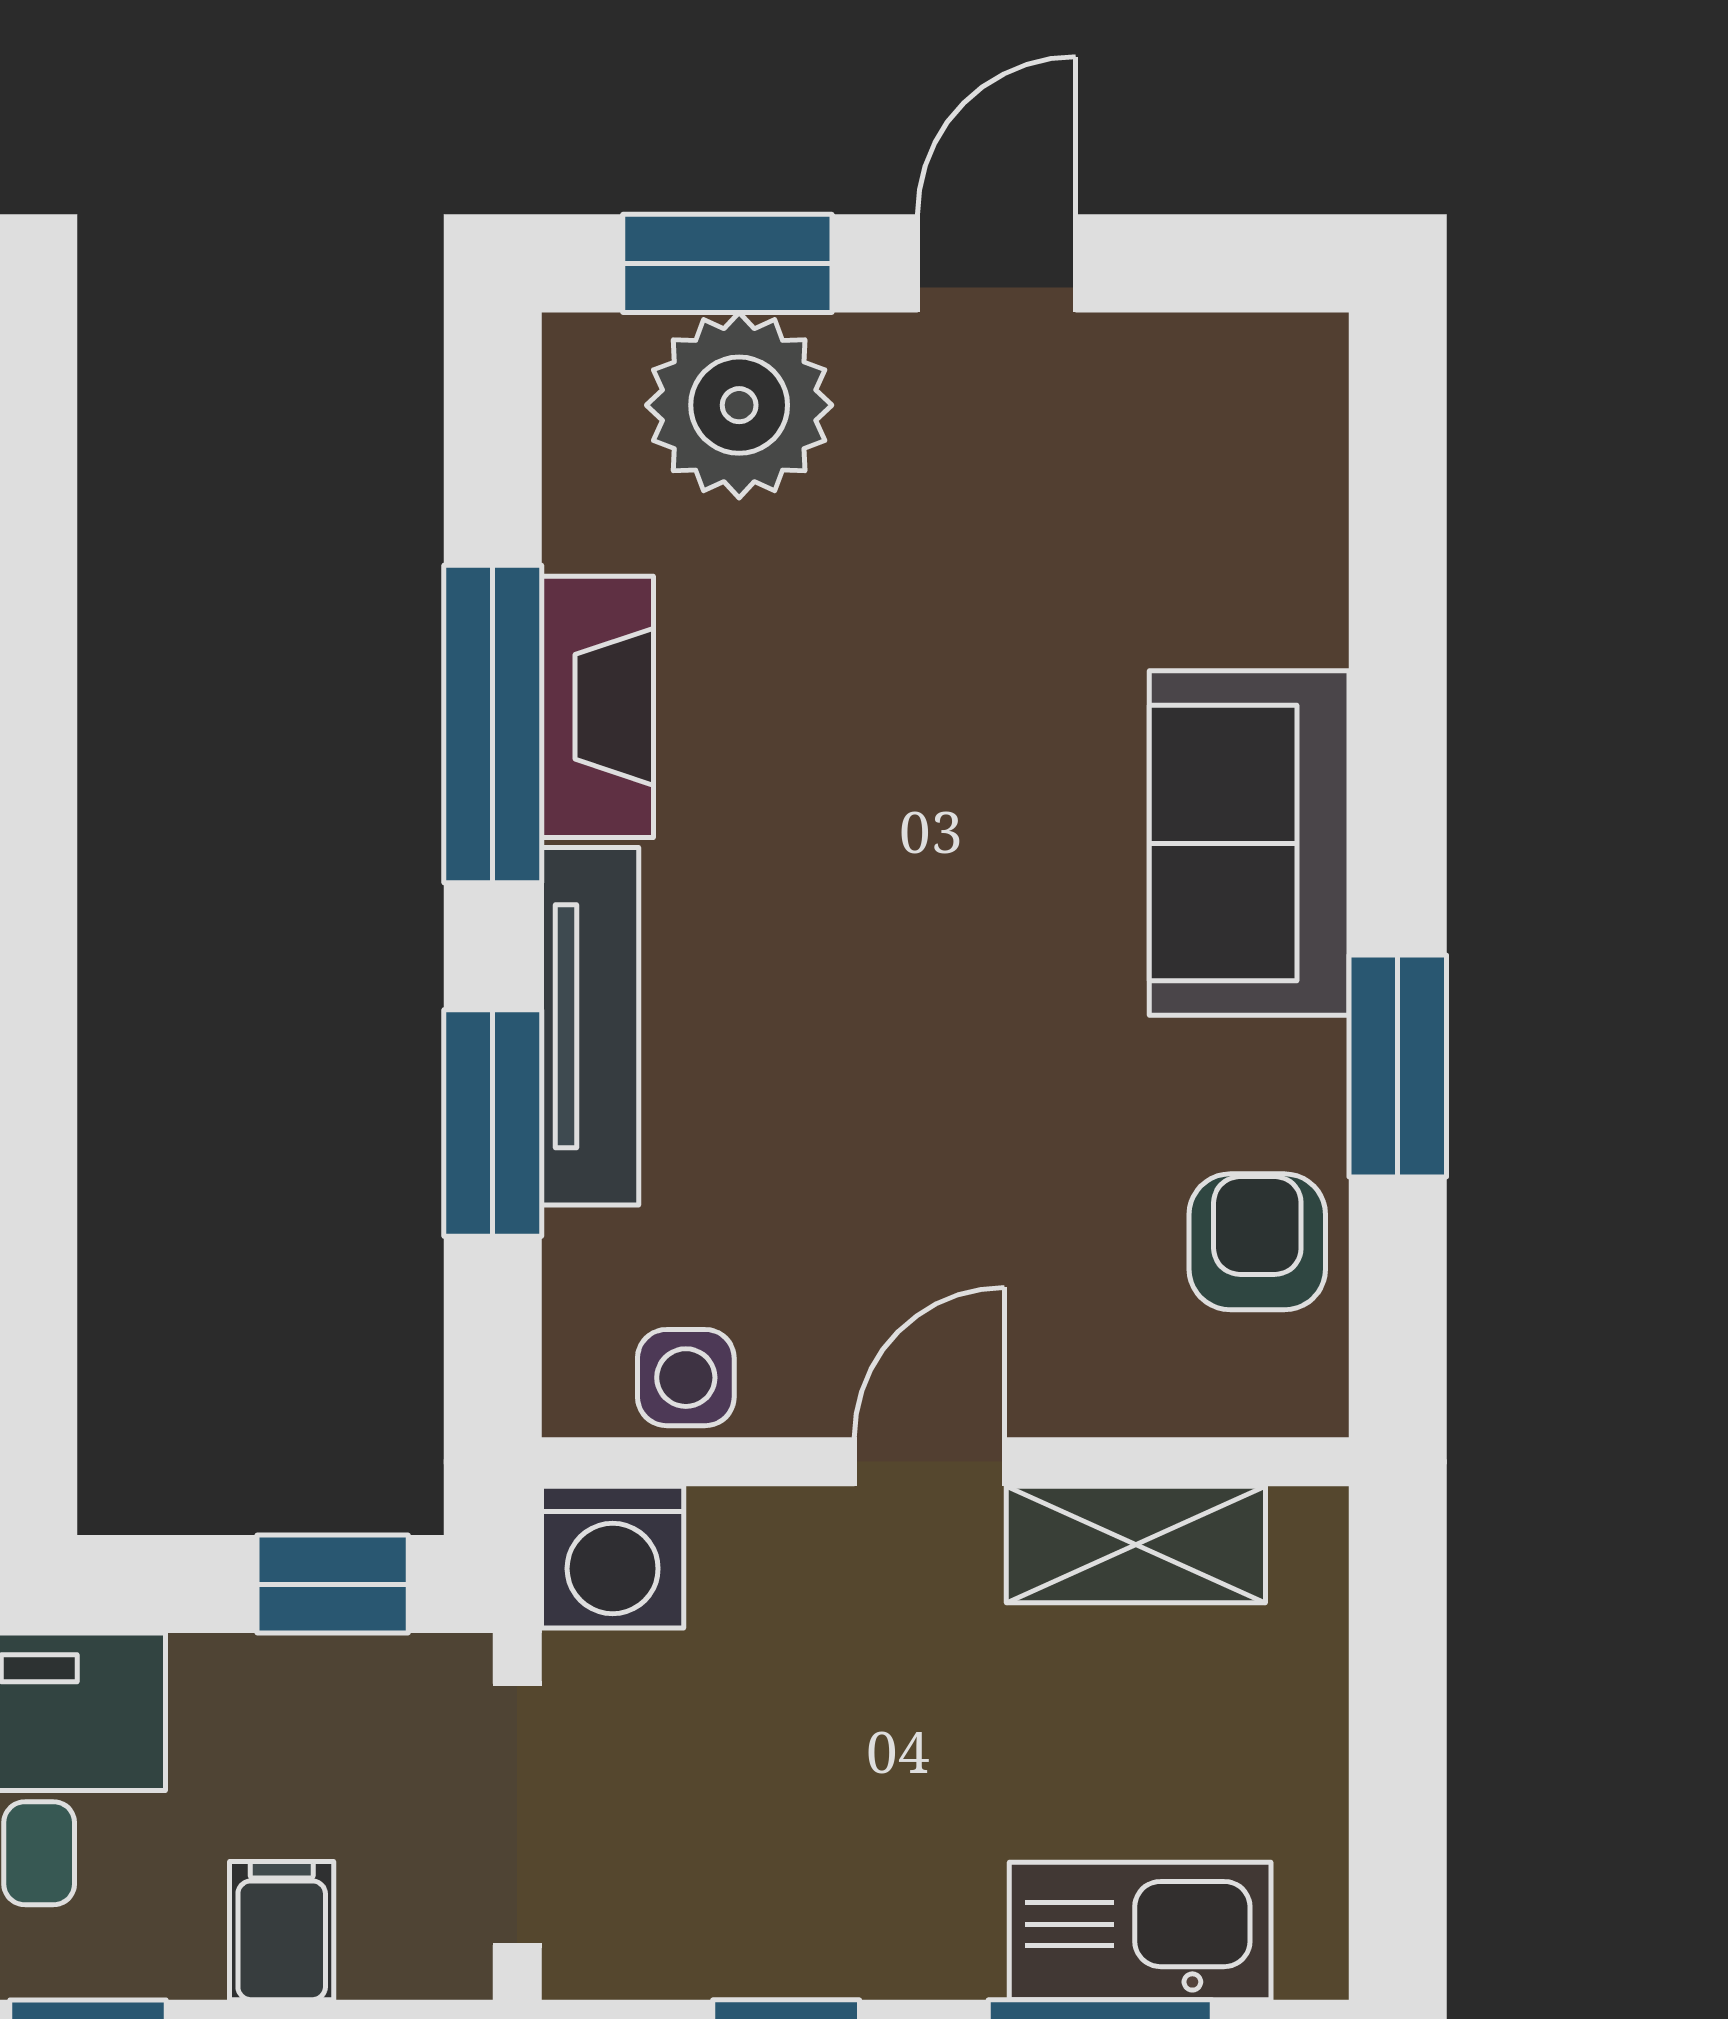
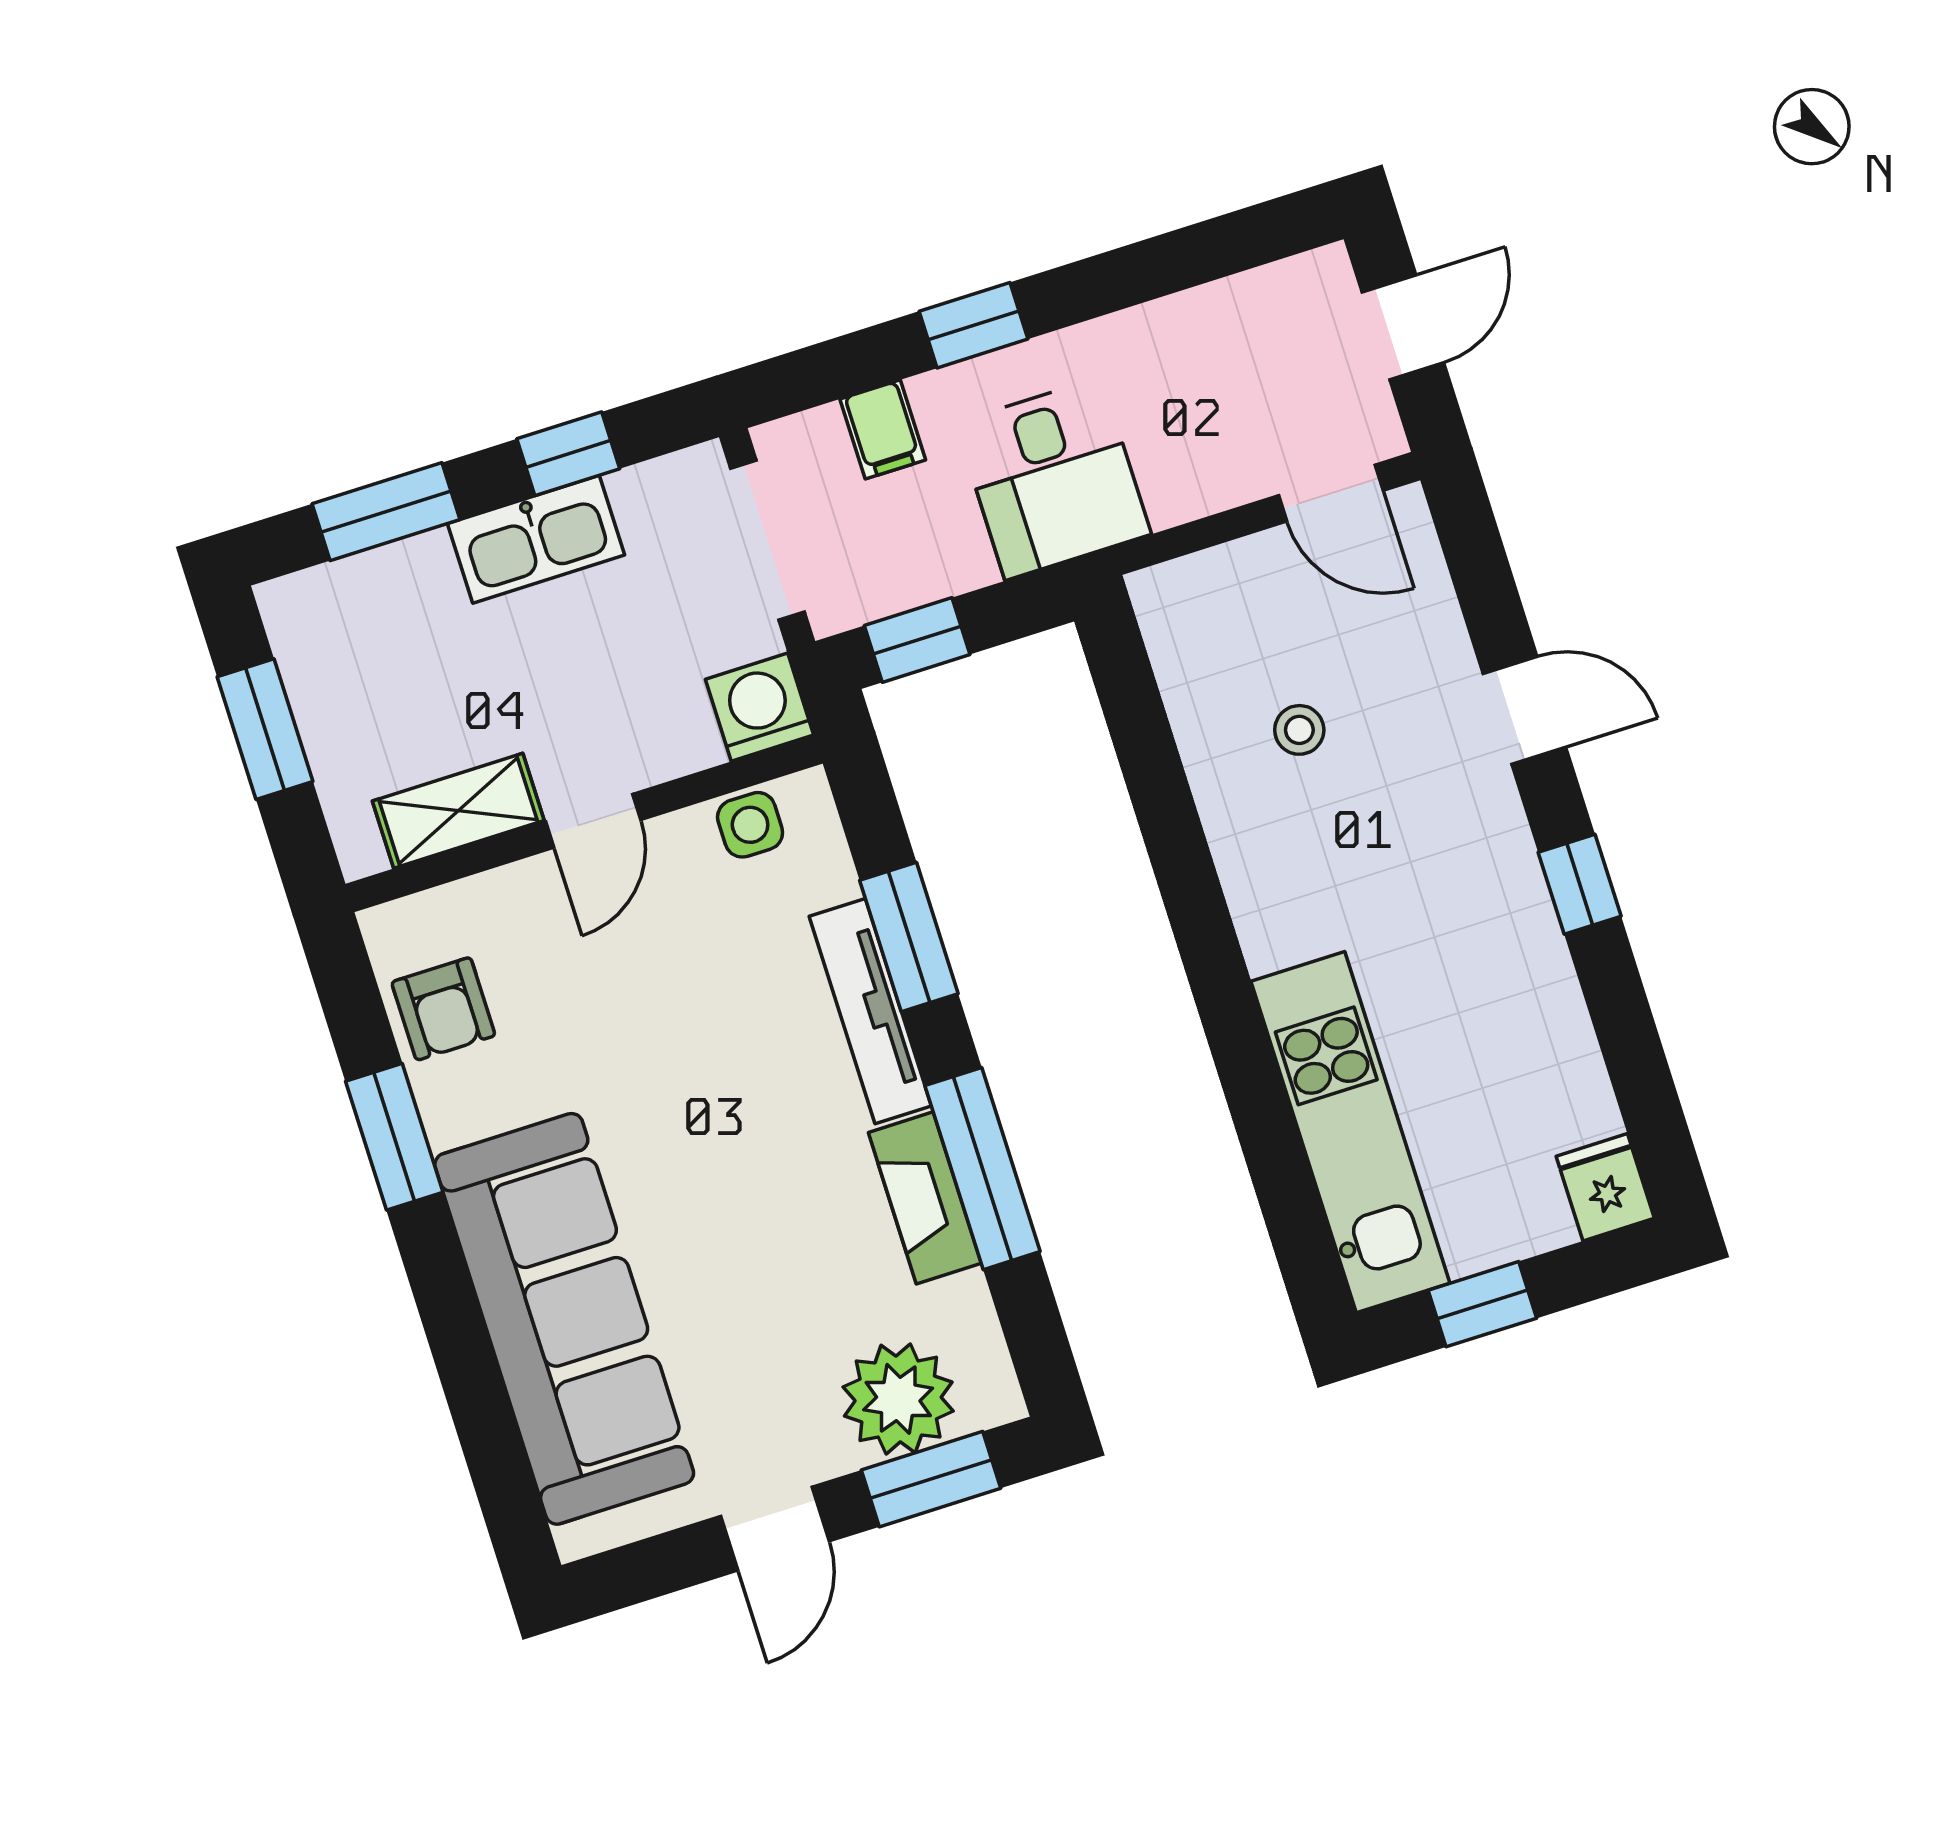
sofa: (1249, 843) -> (564, 1319), width x1.85, depth x1.27
window: (1398, 1768) -> (265, 729), added
kitchen sink: (1140, 1931) -> (536, 539), moved

